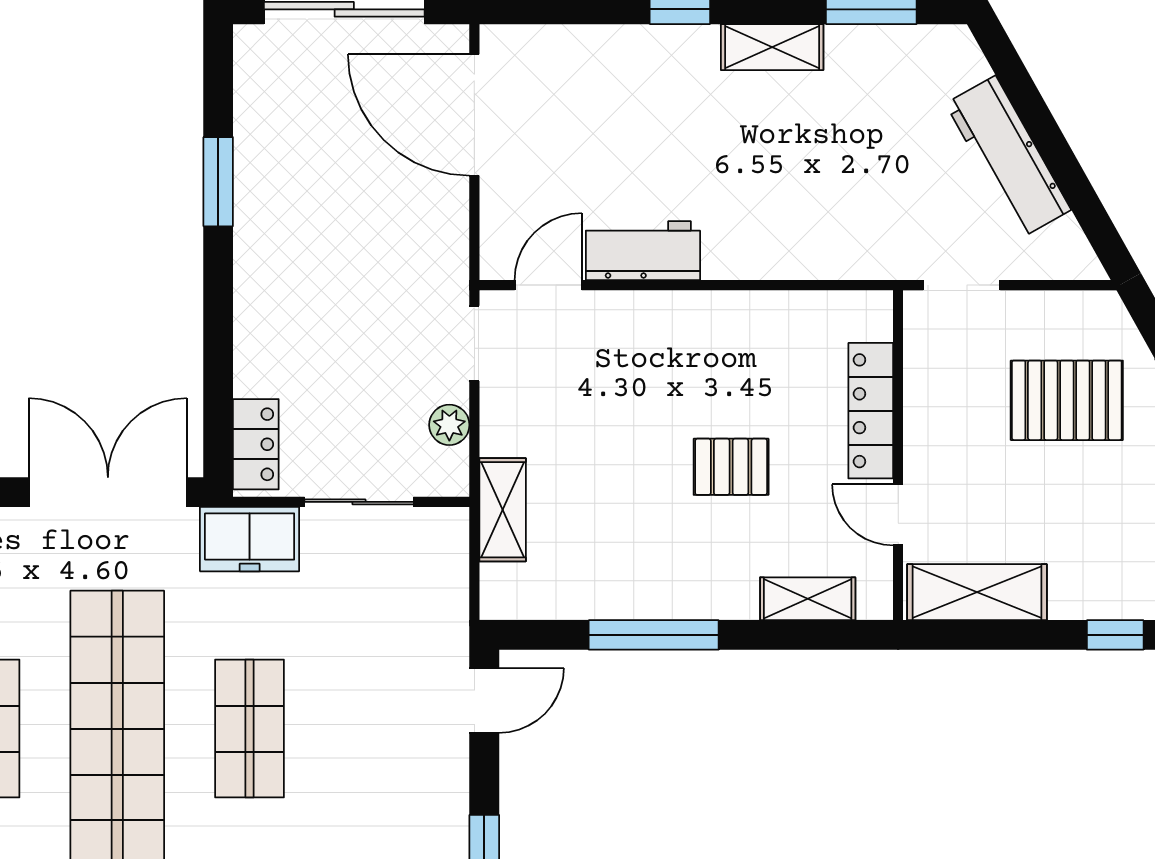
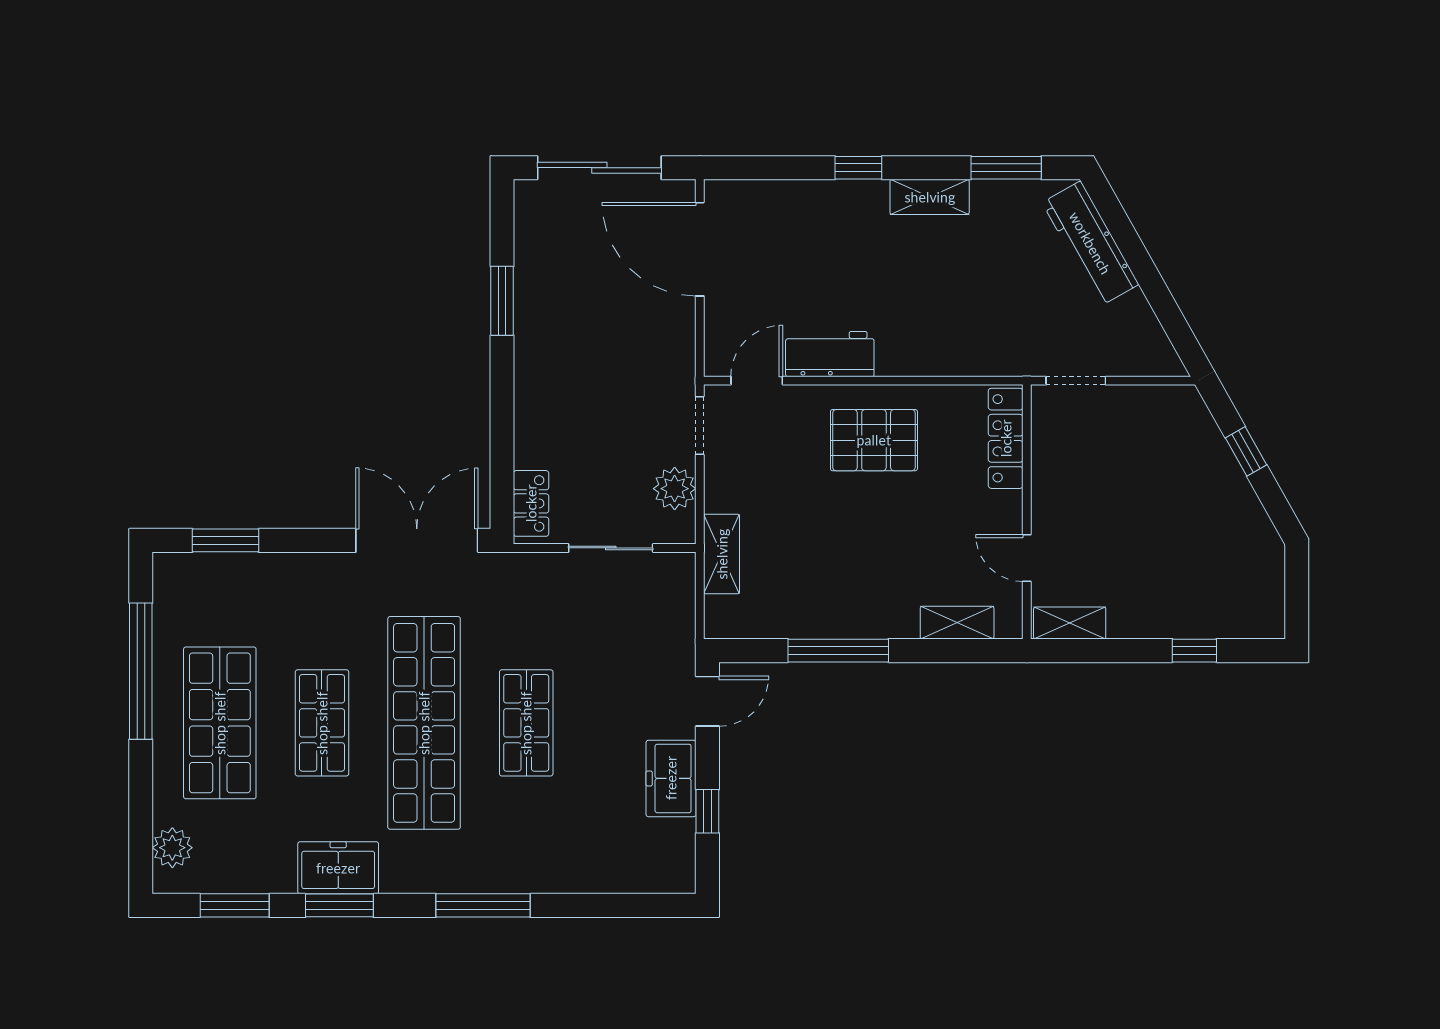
workbench: (1008, 157) -> (1090, 243), moved
pallet: (1067, 400) -> (1157, 470), removed
locker: (871, 411) -> (1006, 438), moved
plant: (449, 425) -> (675, 489), width x1.38, depth x1.38
pallet: (731, 467) -> (874, 440), moved, width x1.50, depth x1.42
freezer: (250, 539) -> (671, 778), moved, turned 90
shelving: (977, 592) -> (1070, 623), width x0.67, depth x0.75

